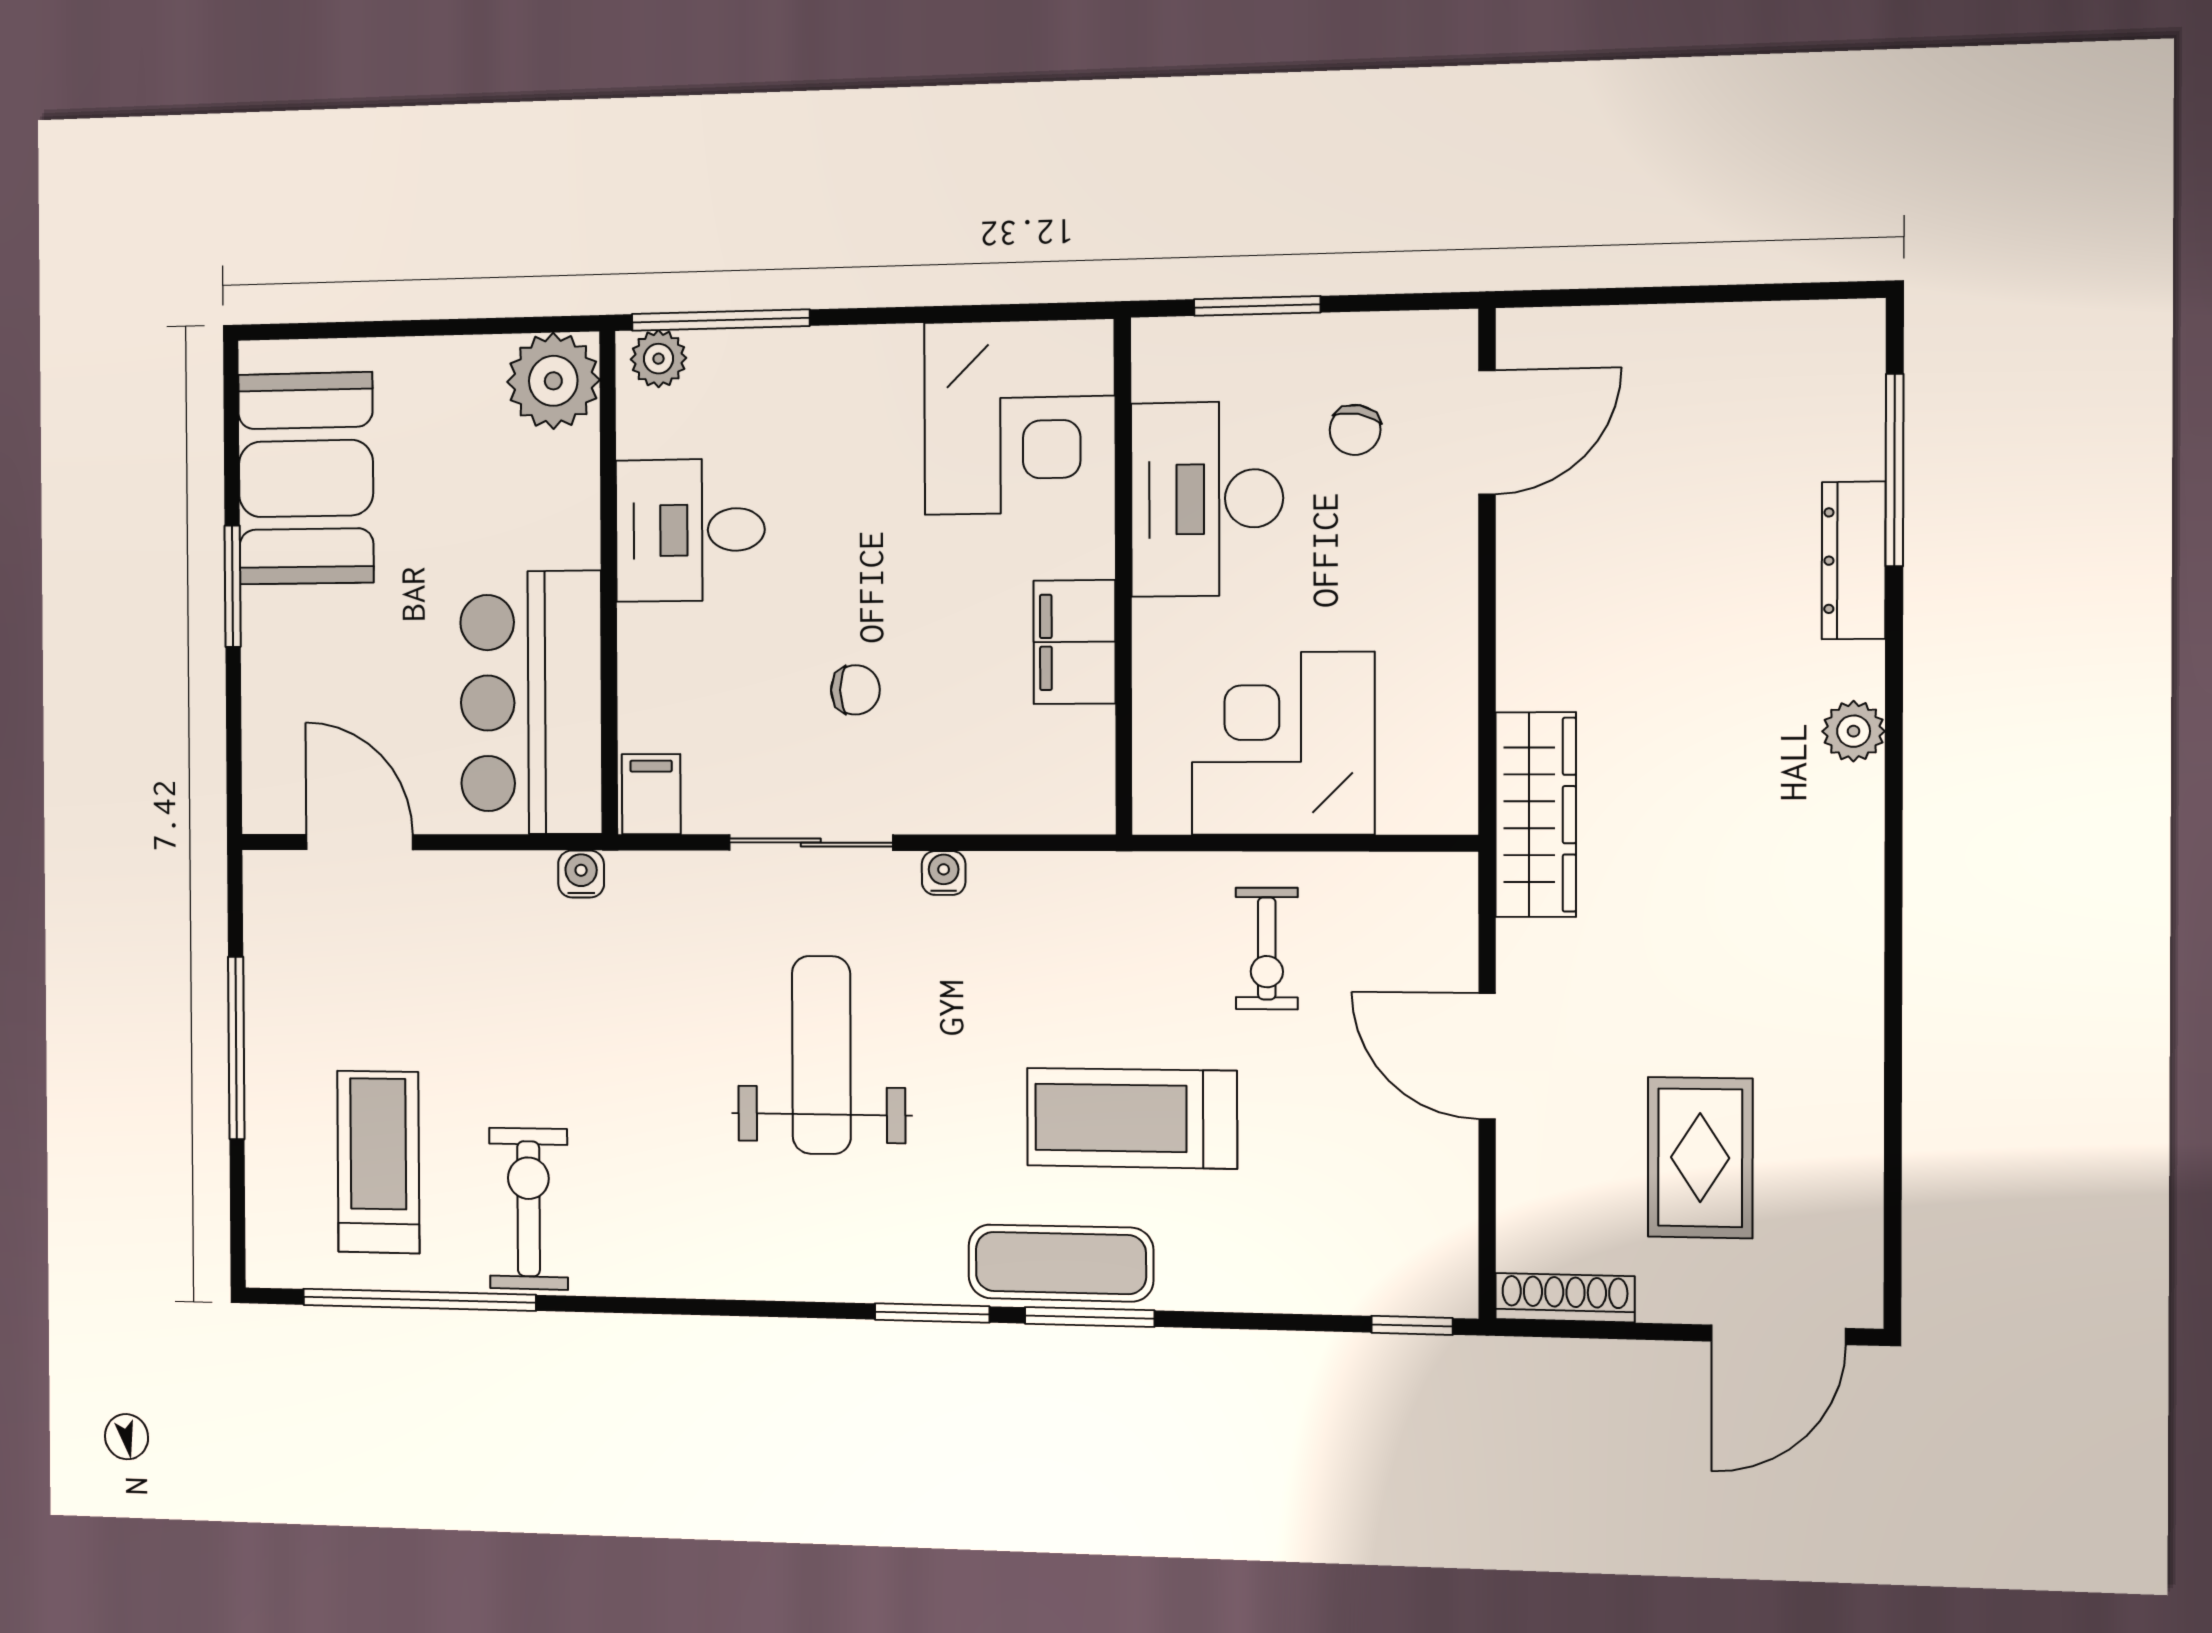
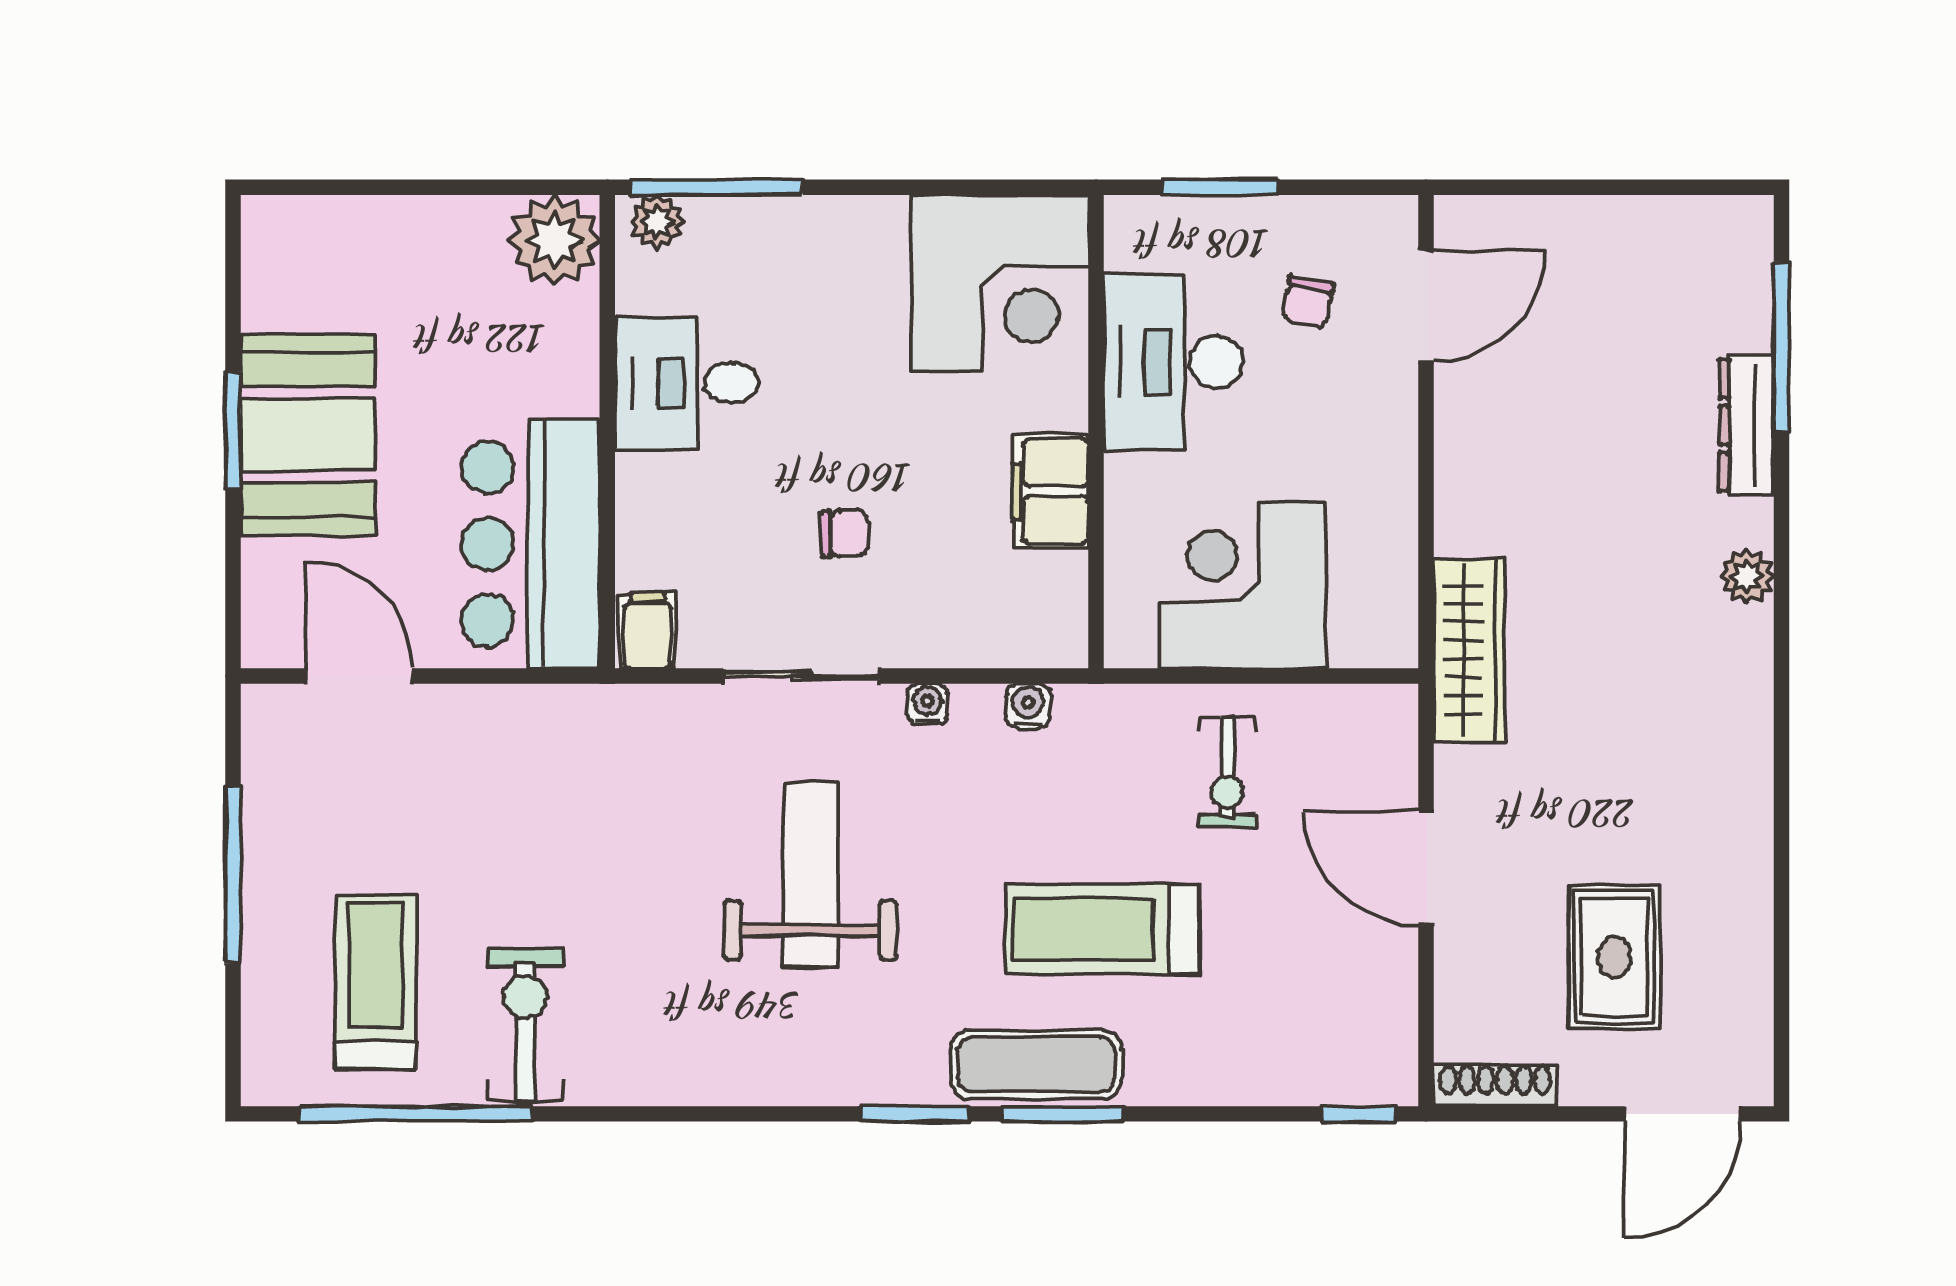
booth: (306, 478) -> (308, 435), moved
water cooler: (581, 874) -> (1028, 706), moved

